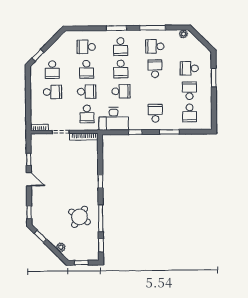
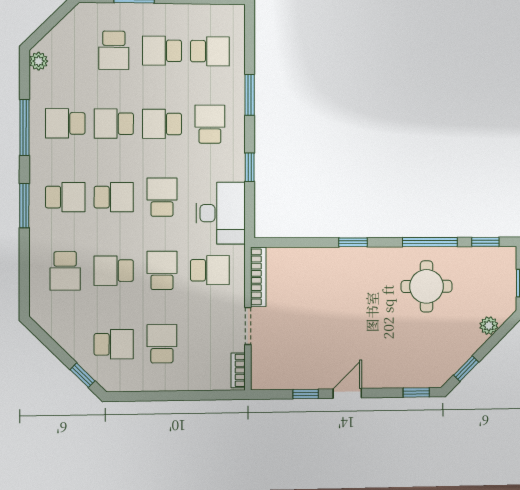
school desk: (155, 46) -> (65, 123), turned 90
school desk: (86, 69) -> (114, 271), turned 180
school desk: (155, 91) -> (162, 124), added
school desk: (155, 113) -> (210, 124), turned 90
round table: (80, 217) -> (427, 286), turned -33

